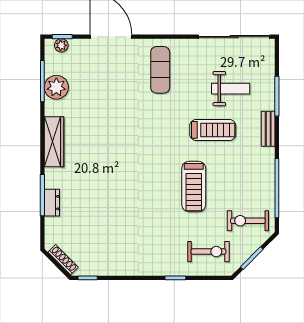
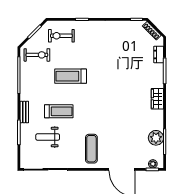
treadmill: (213, 130) -> (59, 111), turned 180
wardrobe: (54, 142) -> (157, 99), width x0.67
treadmill: (194, 187) -> (71, 76), turned -90
dresser: (52, 203) -> (159, 54), moved

